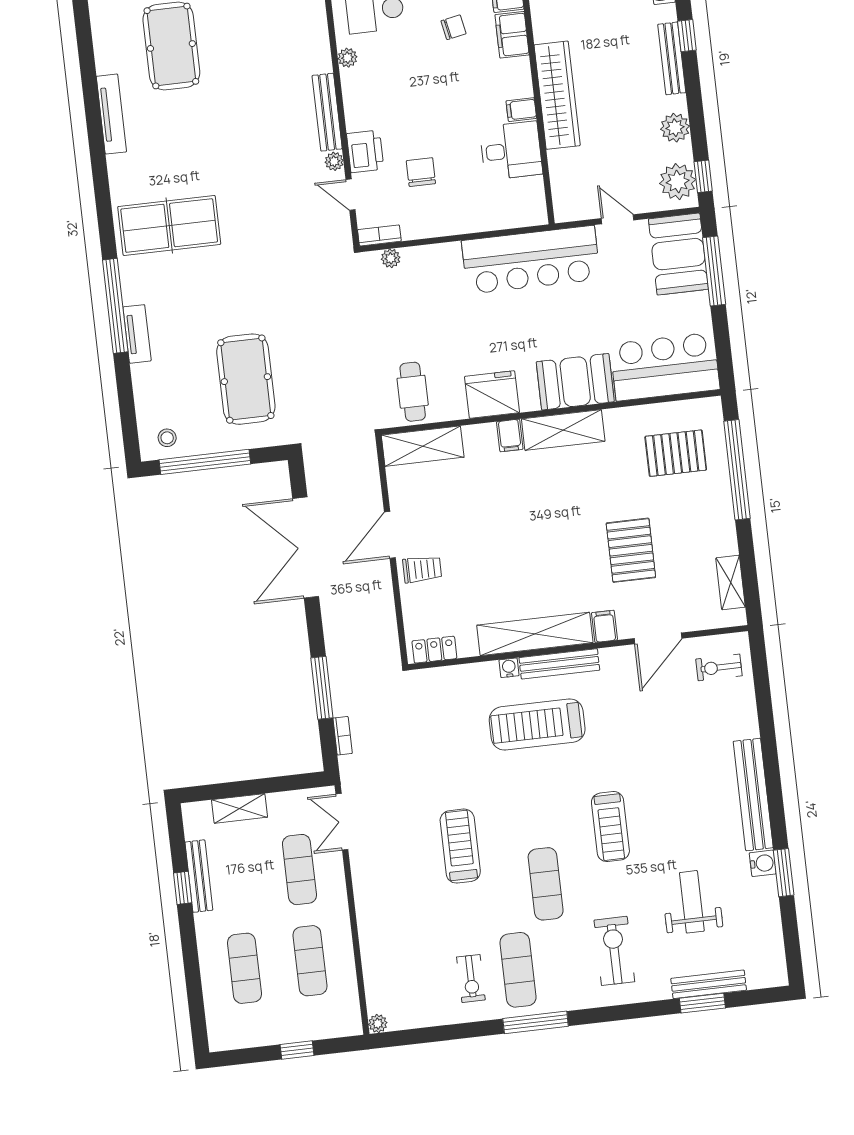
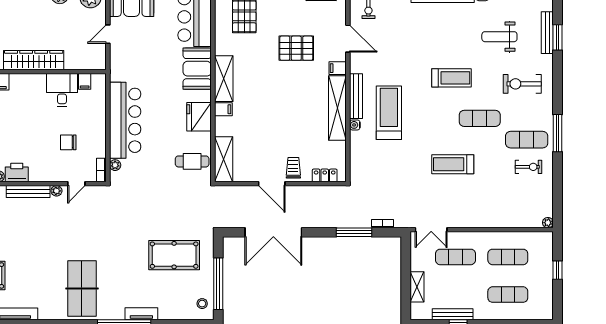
filing cabinet: (521, 110) -> (85, 81), moved
printer: (365, 151) -> (17, 173), moved
bar counter: (531, 260) -> (125, 120), moved
locker: (434, 650) -> (325, 175), moved, turned 90
treadmill: (537, 724) -> (389, 113), turned 180

